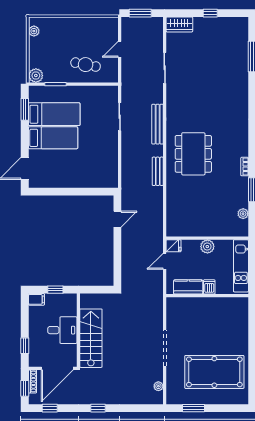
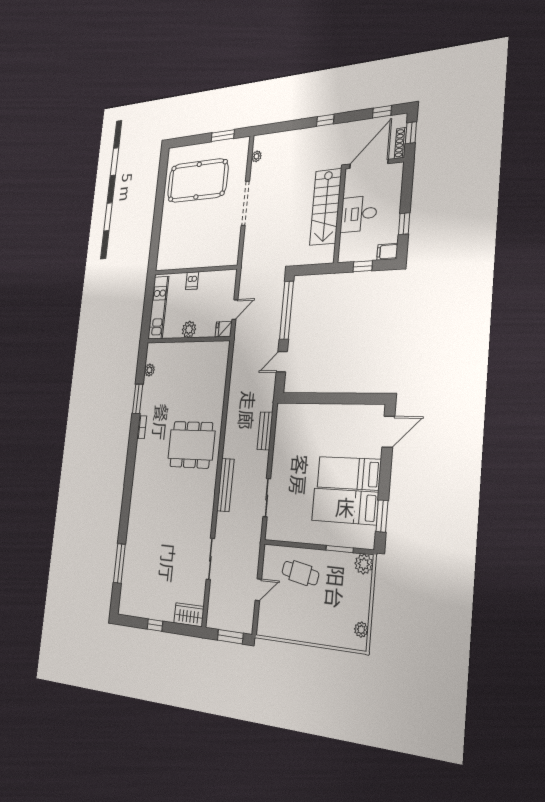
dining table: (193, 154) -> (191, 445), turned 90
bench: (158, 171) -> (265, 431), moved
window: (117, 259) -> (286, 310), added
kitchen counter: (188, 287) -> (213, 279), removed
window: (25, 346) -> (404, 224), moved

